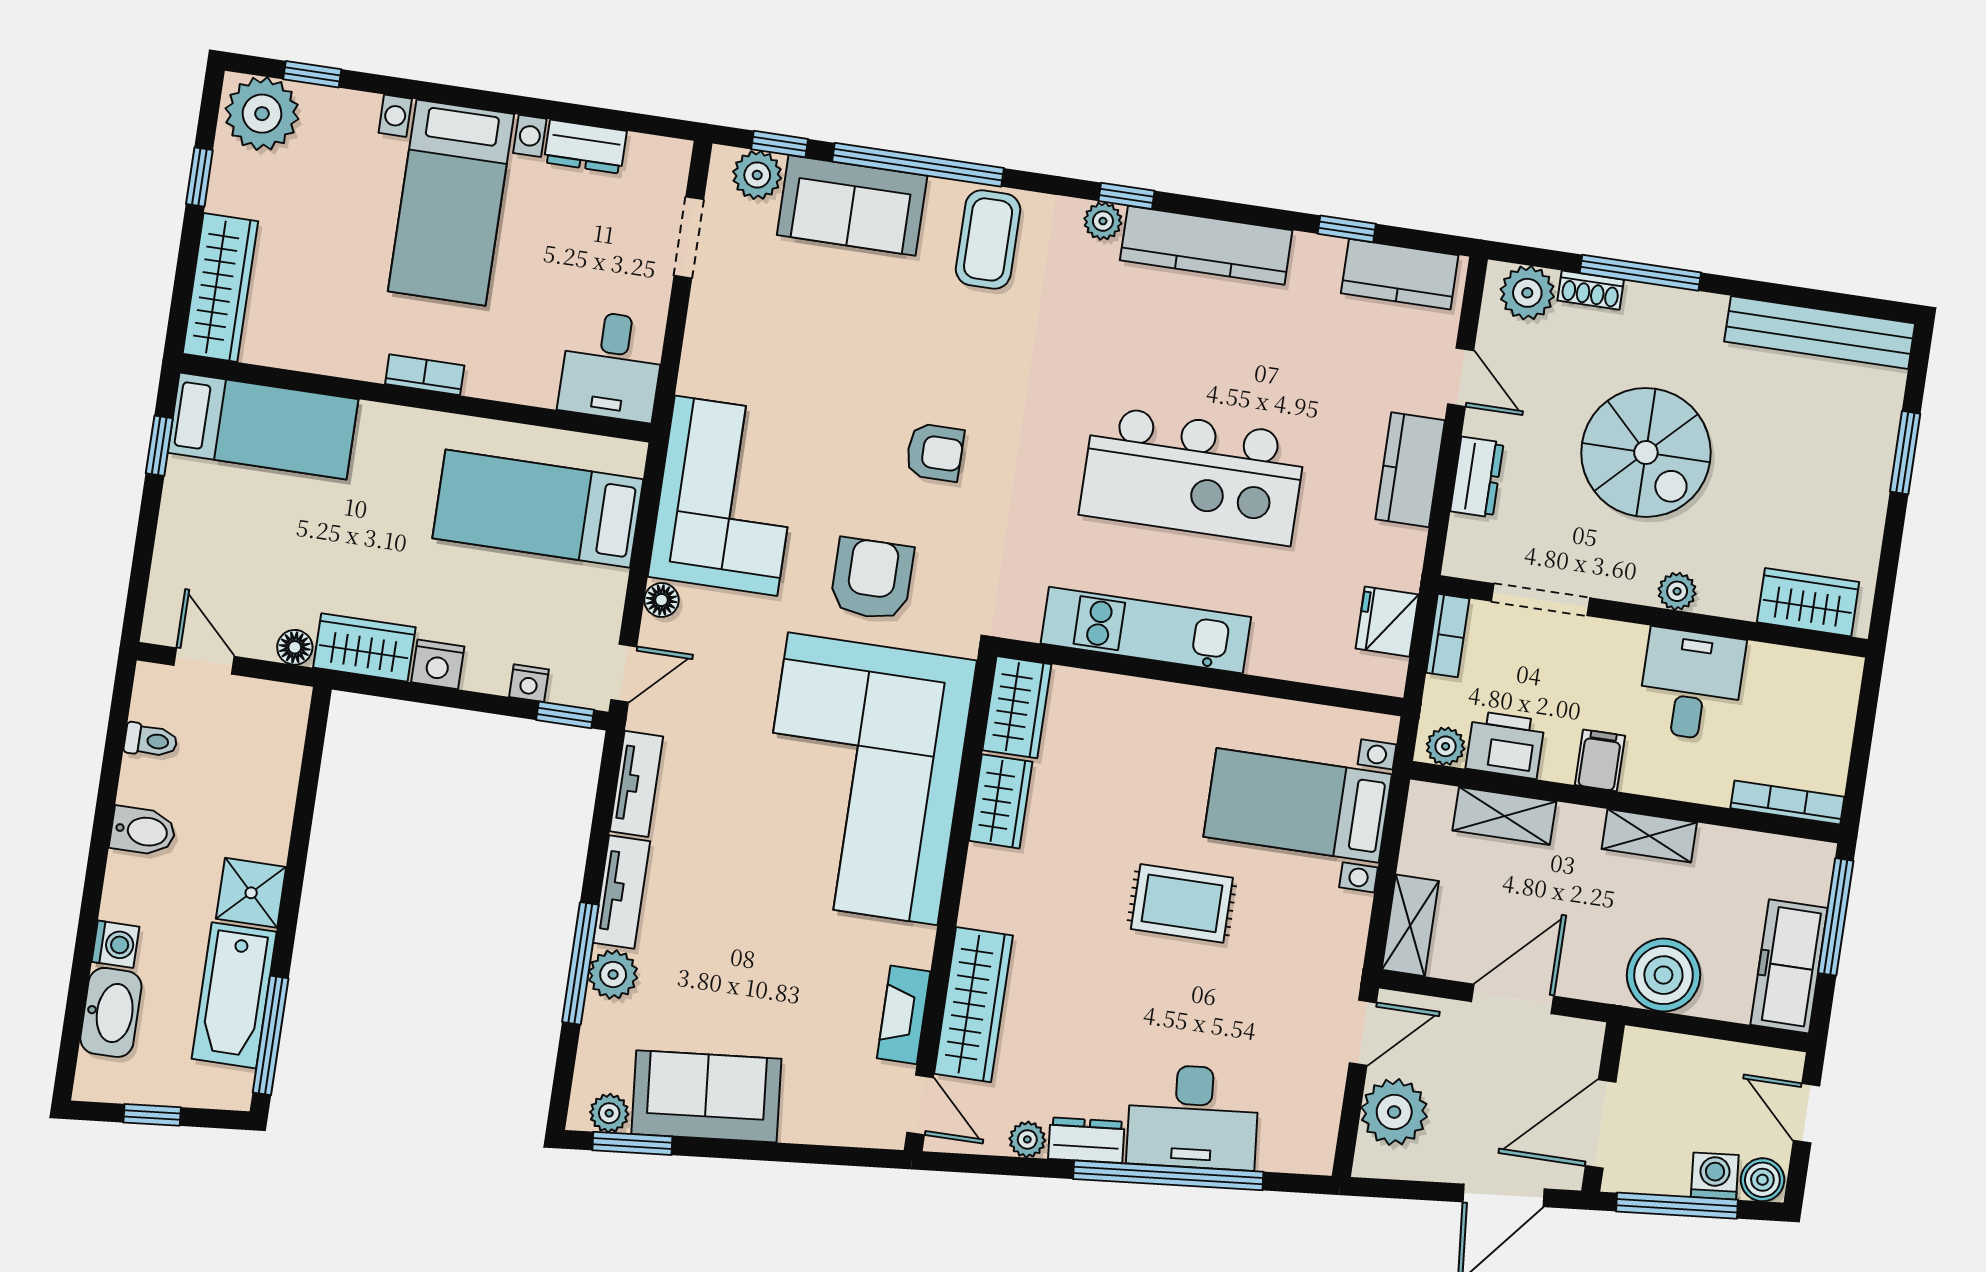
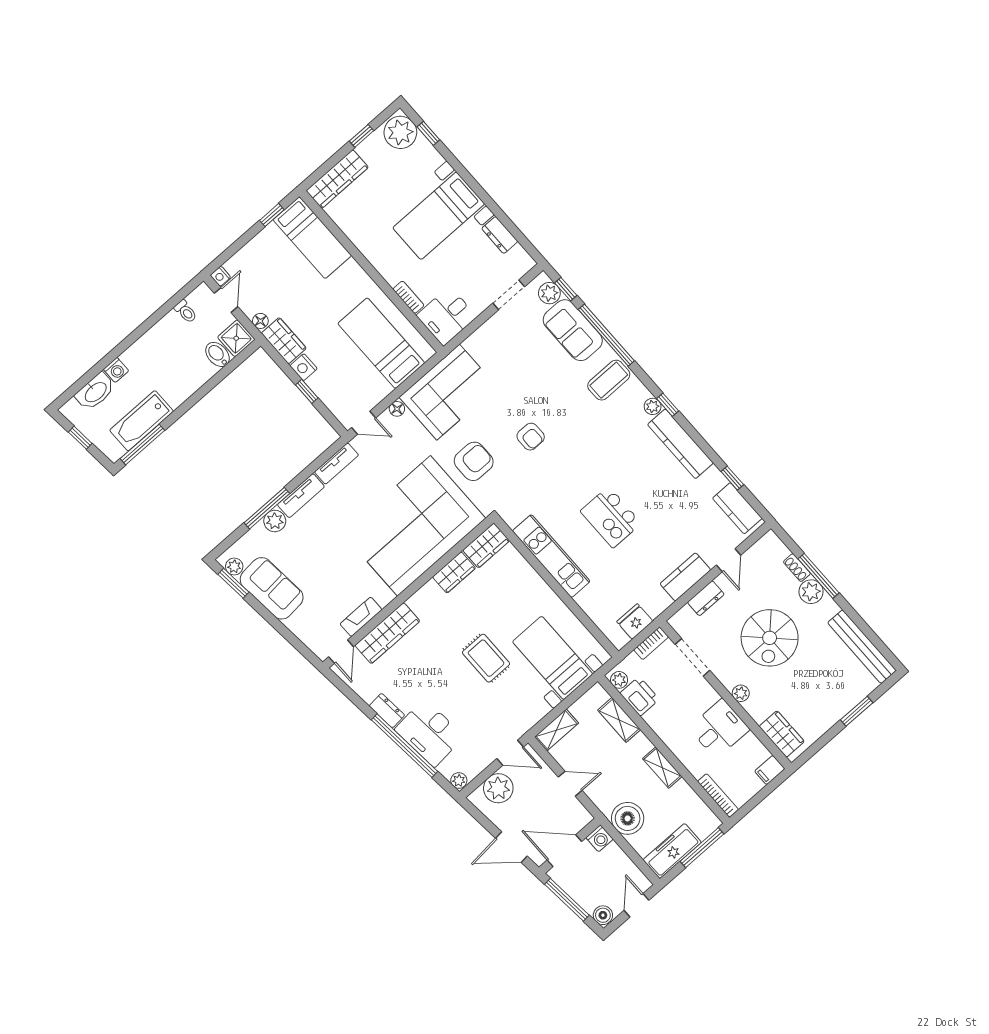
plant: (1527, 293) -> (811, 592), moved
bookcase: (425, 375) -> (409, 297), moved
kitchen island: (1193, 475) -> (611, 517), width x0.54, depth x0.78
nightstand: (529, 683) -> (220, 276), moved
window: (565, 715) -> (307, 391), moved
filing cabinet: (1600, 760) -> (770, 770), moved, turned 180
bidet: (143, 831) -> (217, 354), moved, turned 180
shower: (251, 893) -> (236, 338), moved
door: (1513, 999) -> (570, 784), width x0.73
plant: (1027, 1139) -> (459, 781), moved
washing machine: (1715, 1176) -> (600, 838), moved, turned 95

